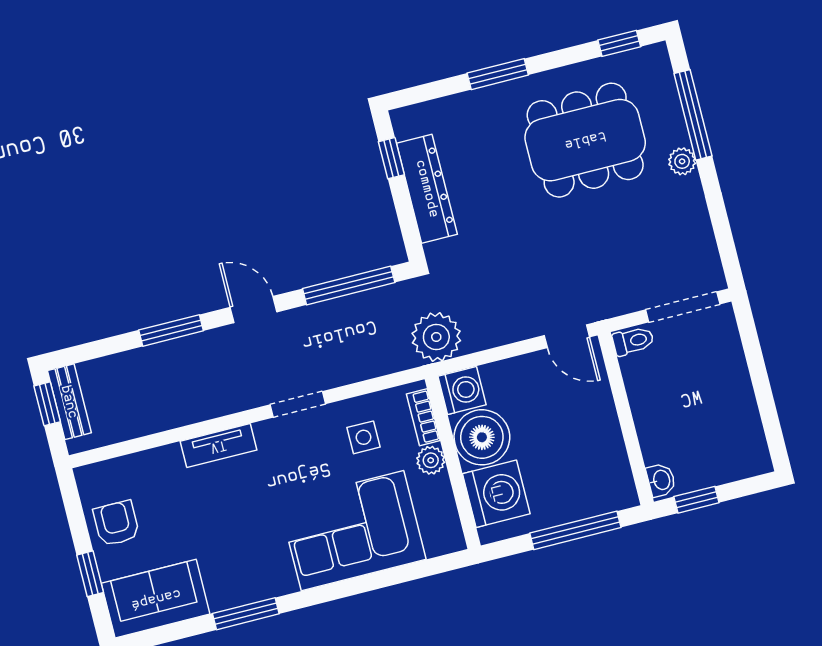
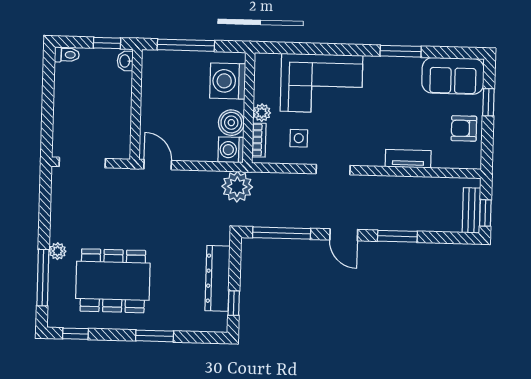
toilet: (633, 341) -> (67, 55), moved, turned 180
boiler: (482, 437) -> (231, 123), width x0.73, depth x0.73
tv unit: (218, 446) -> (408, 159), moved
armchair: (116, 523) -> (464, 128), turned 90

